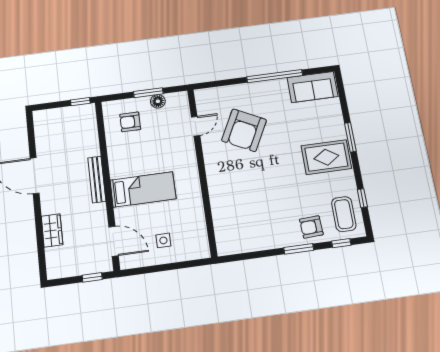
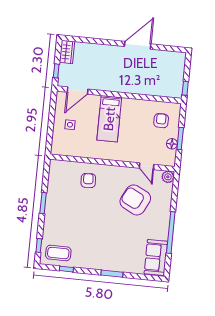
plant: (203, 96) -> (168, 177), added
rug: (326, 157) -> (102, 253), removed
bench: (97, 179) -> (124, 88), removed
armchair: (311, 227) -> (88, 180), moved
wardrobe: (52, 230) -> (67, 52), moved, turned -90
window: (299, 249) -> (43, 203), moved

